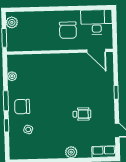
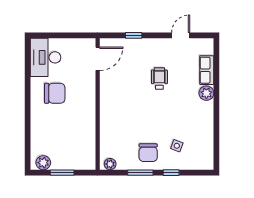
door: (96, 51) -> (98, 59), moved
wall: (60, 52) -> (98, 104), moved
row of seats: (104, 152) -> (207, 70), moved

